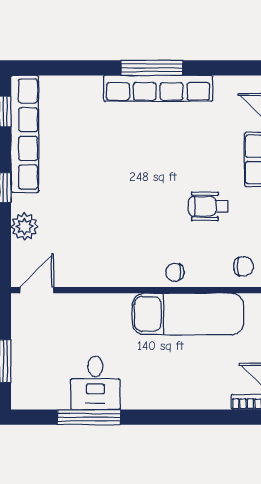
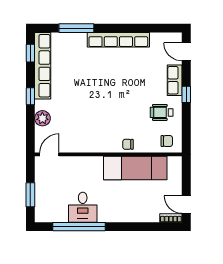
window: (152, 68) -> (76, 28), moved
wheelchair: (208, 206) -> (162, 112), moved
window: (89, 417) -> (79, 227), width x1.46

